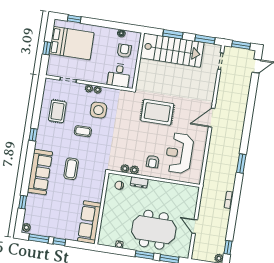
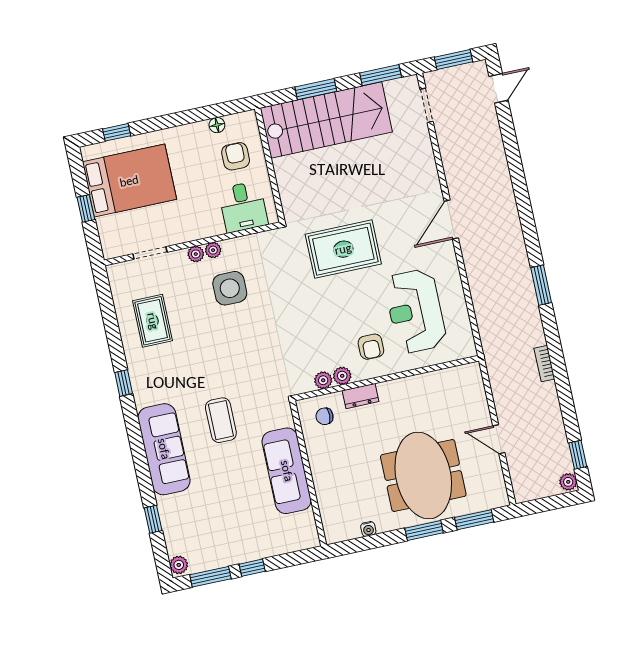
coffee table: (83, 131) -> (216, 340), removed
sofa: (89, 222) -> (287, 471), moved
meeting table: (154, 230) -> (423, 476), turned 90

